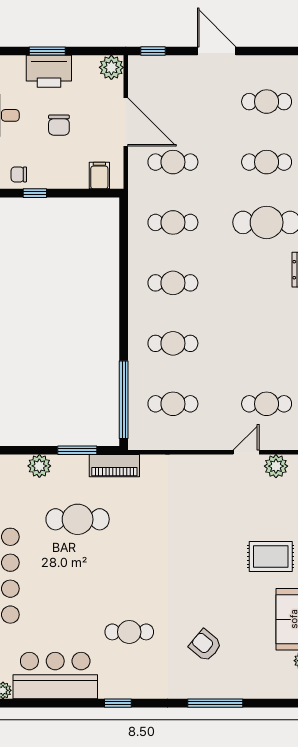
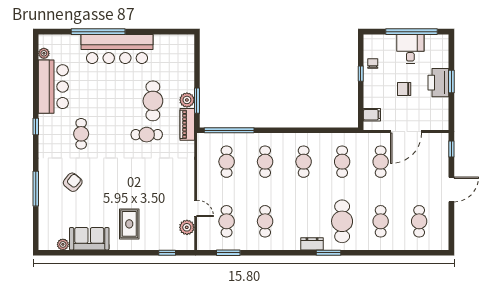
plant: (111, 67) -> (441, 122), removed
cafe table: (267, 343) -> (265, 221), added
plant: (39, 466) -> (187, 100), moved
cafe table: (131, 529) -> (147, 135), added

